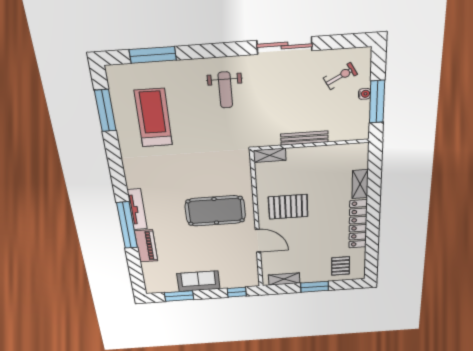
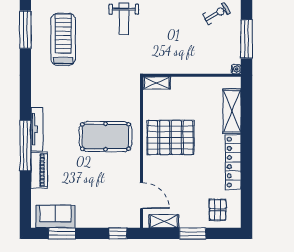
water cooler: (365, 94) -> (236, 69), moved
bench: (304, 138) -> (186, 68), removed
shelving: (360, 184) -> (232, 111), width x1.50, depth x1.33
pallet: (288, 207) -> (170, 137), width x1.37, depth x1.41
door: (258, 241) -> (142, 196), moved
sofa: (198, 281) -> (55, 217), moved

